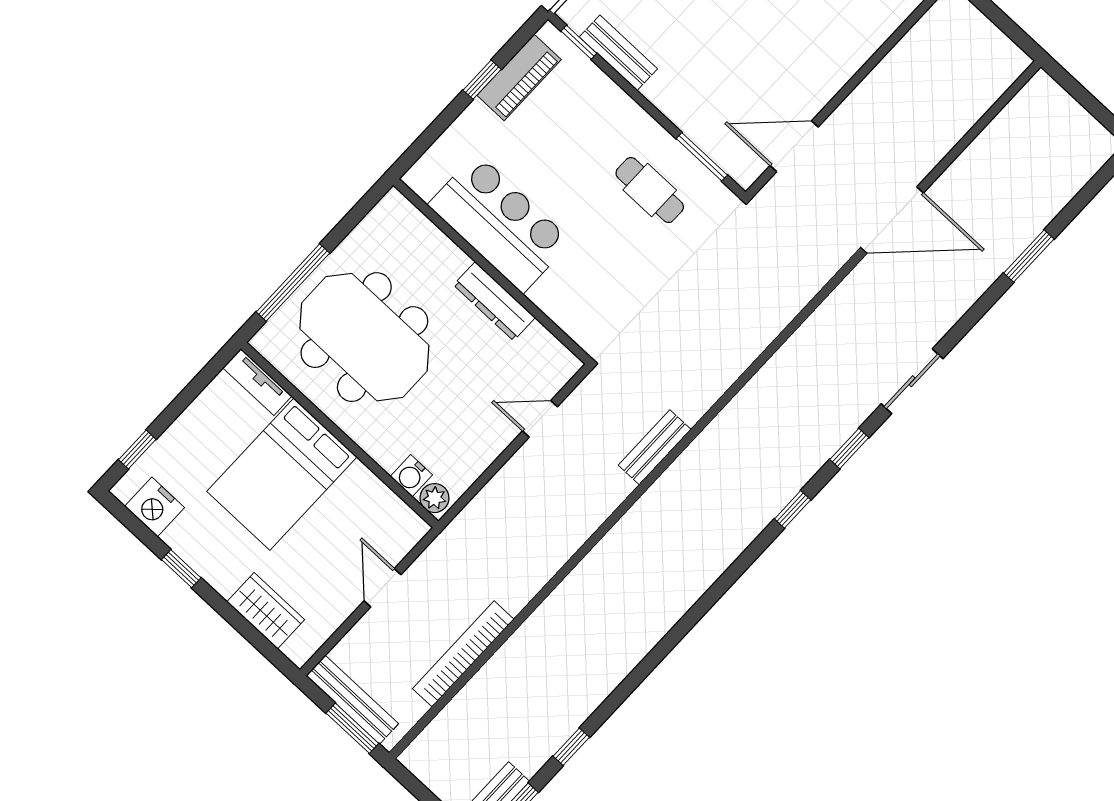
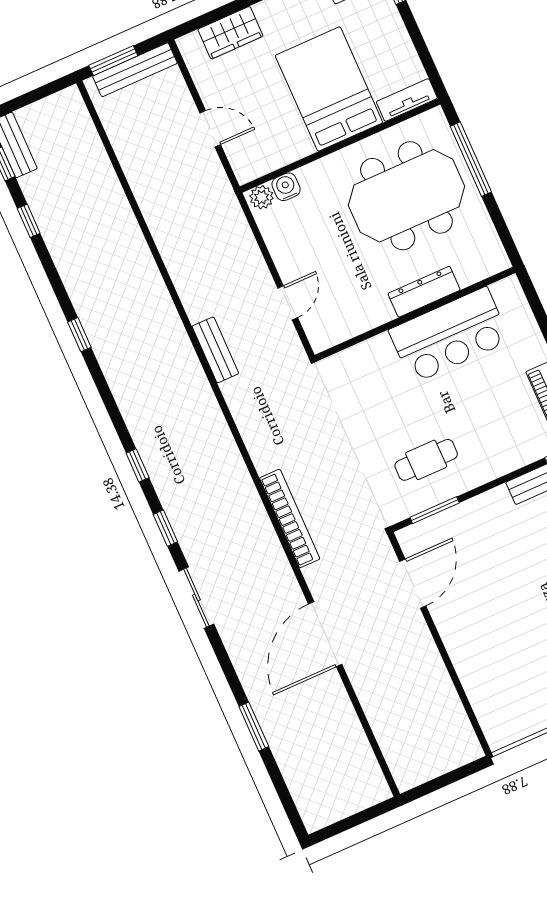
dresser: (494, 301) -> (424, 292), moved
bench: (655, 447) -> (215, 350), moved
window: (674, 636) -> (79, 335), added
bookcase: (463, 654) -> (290, 518), moved

